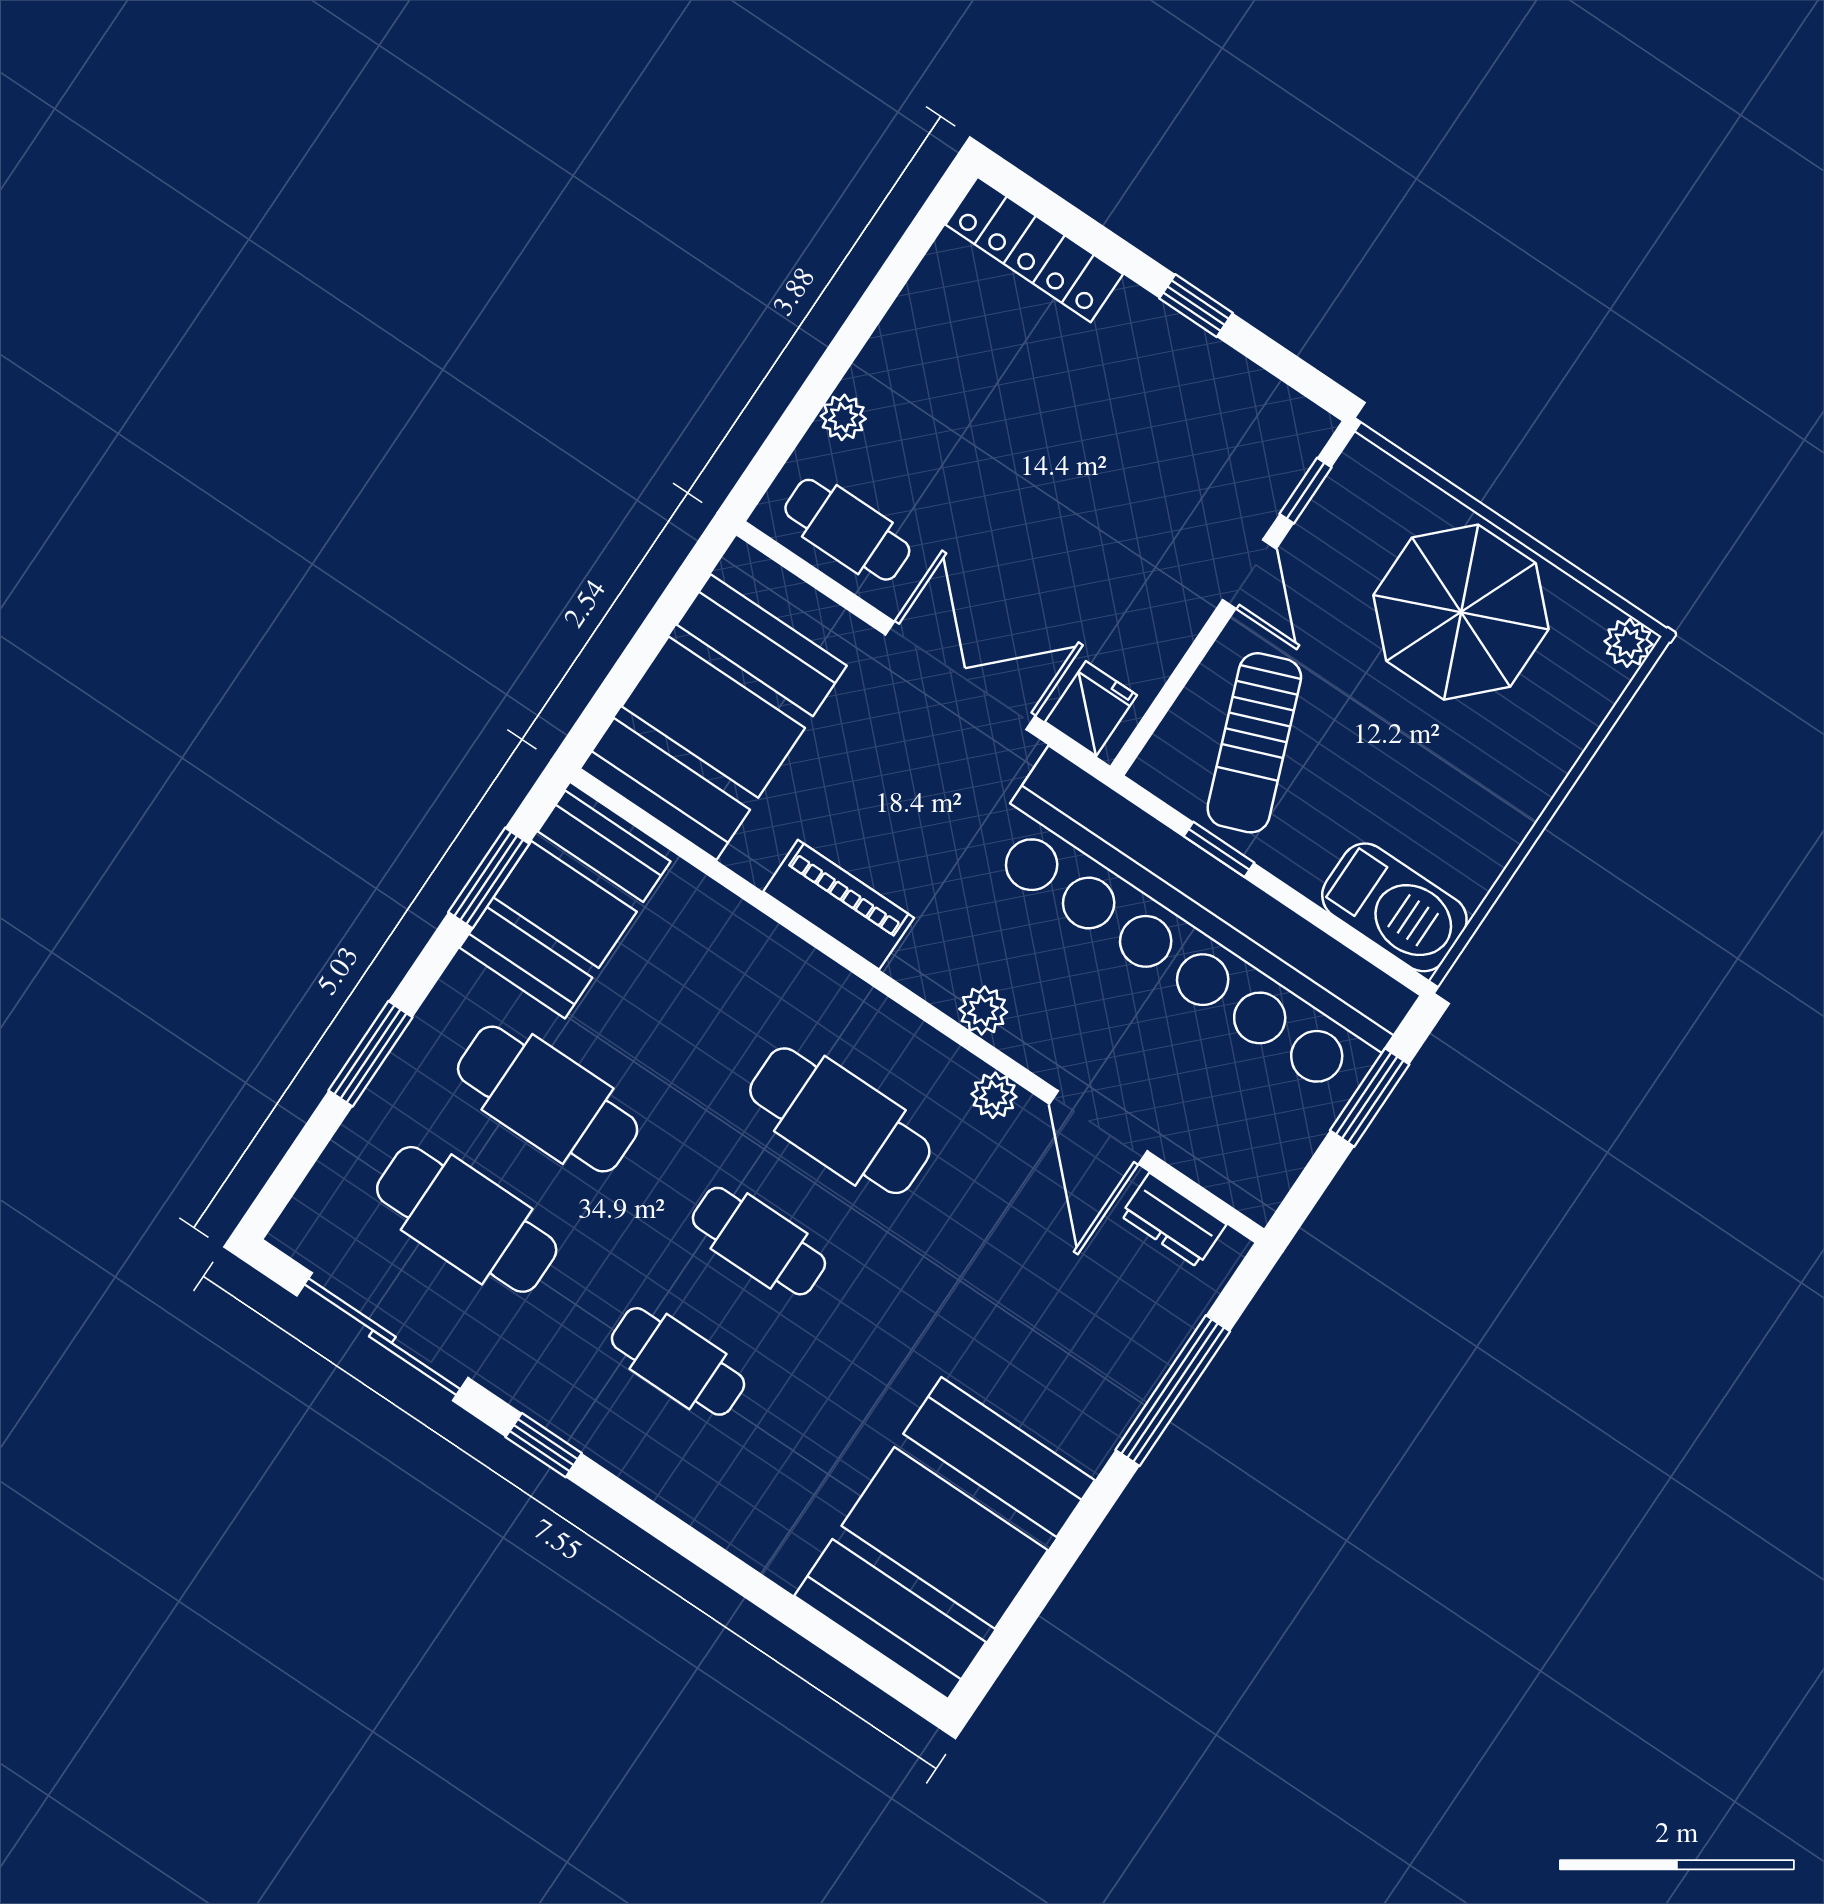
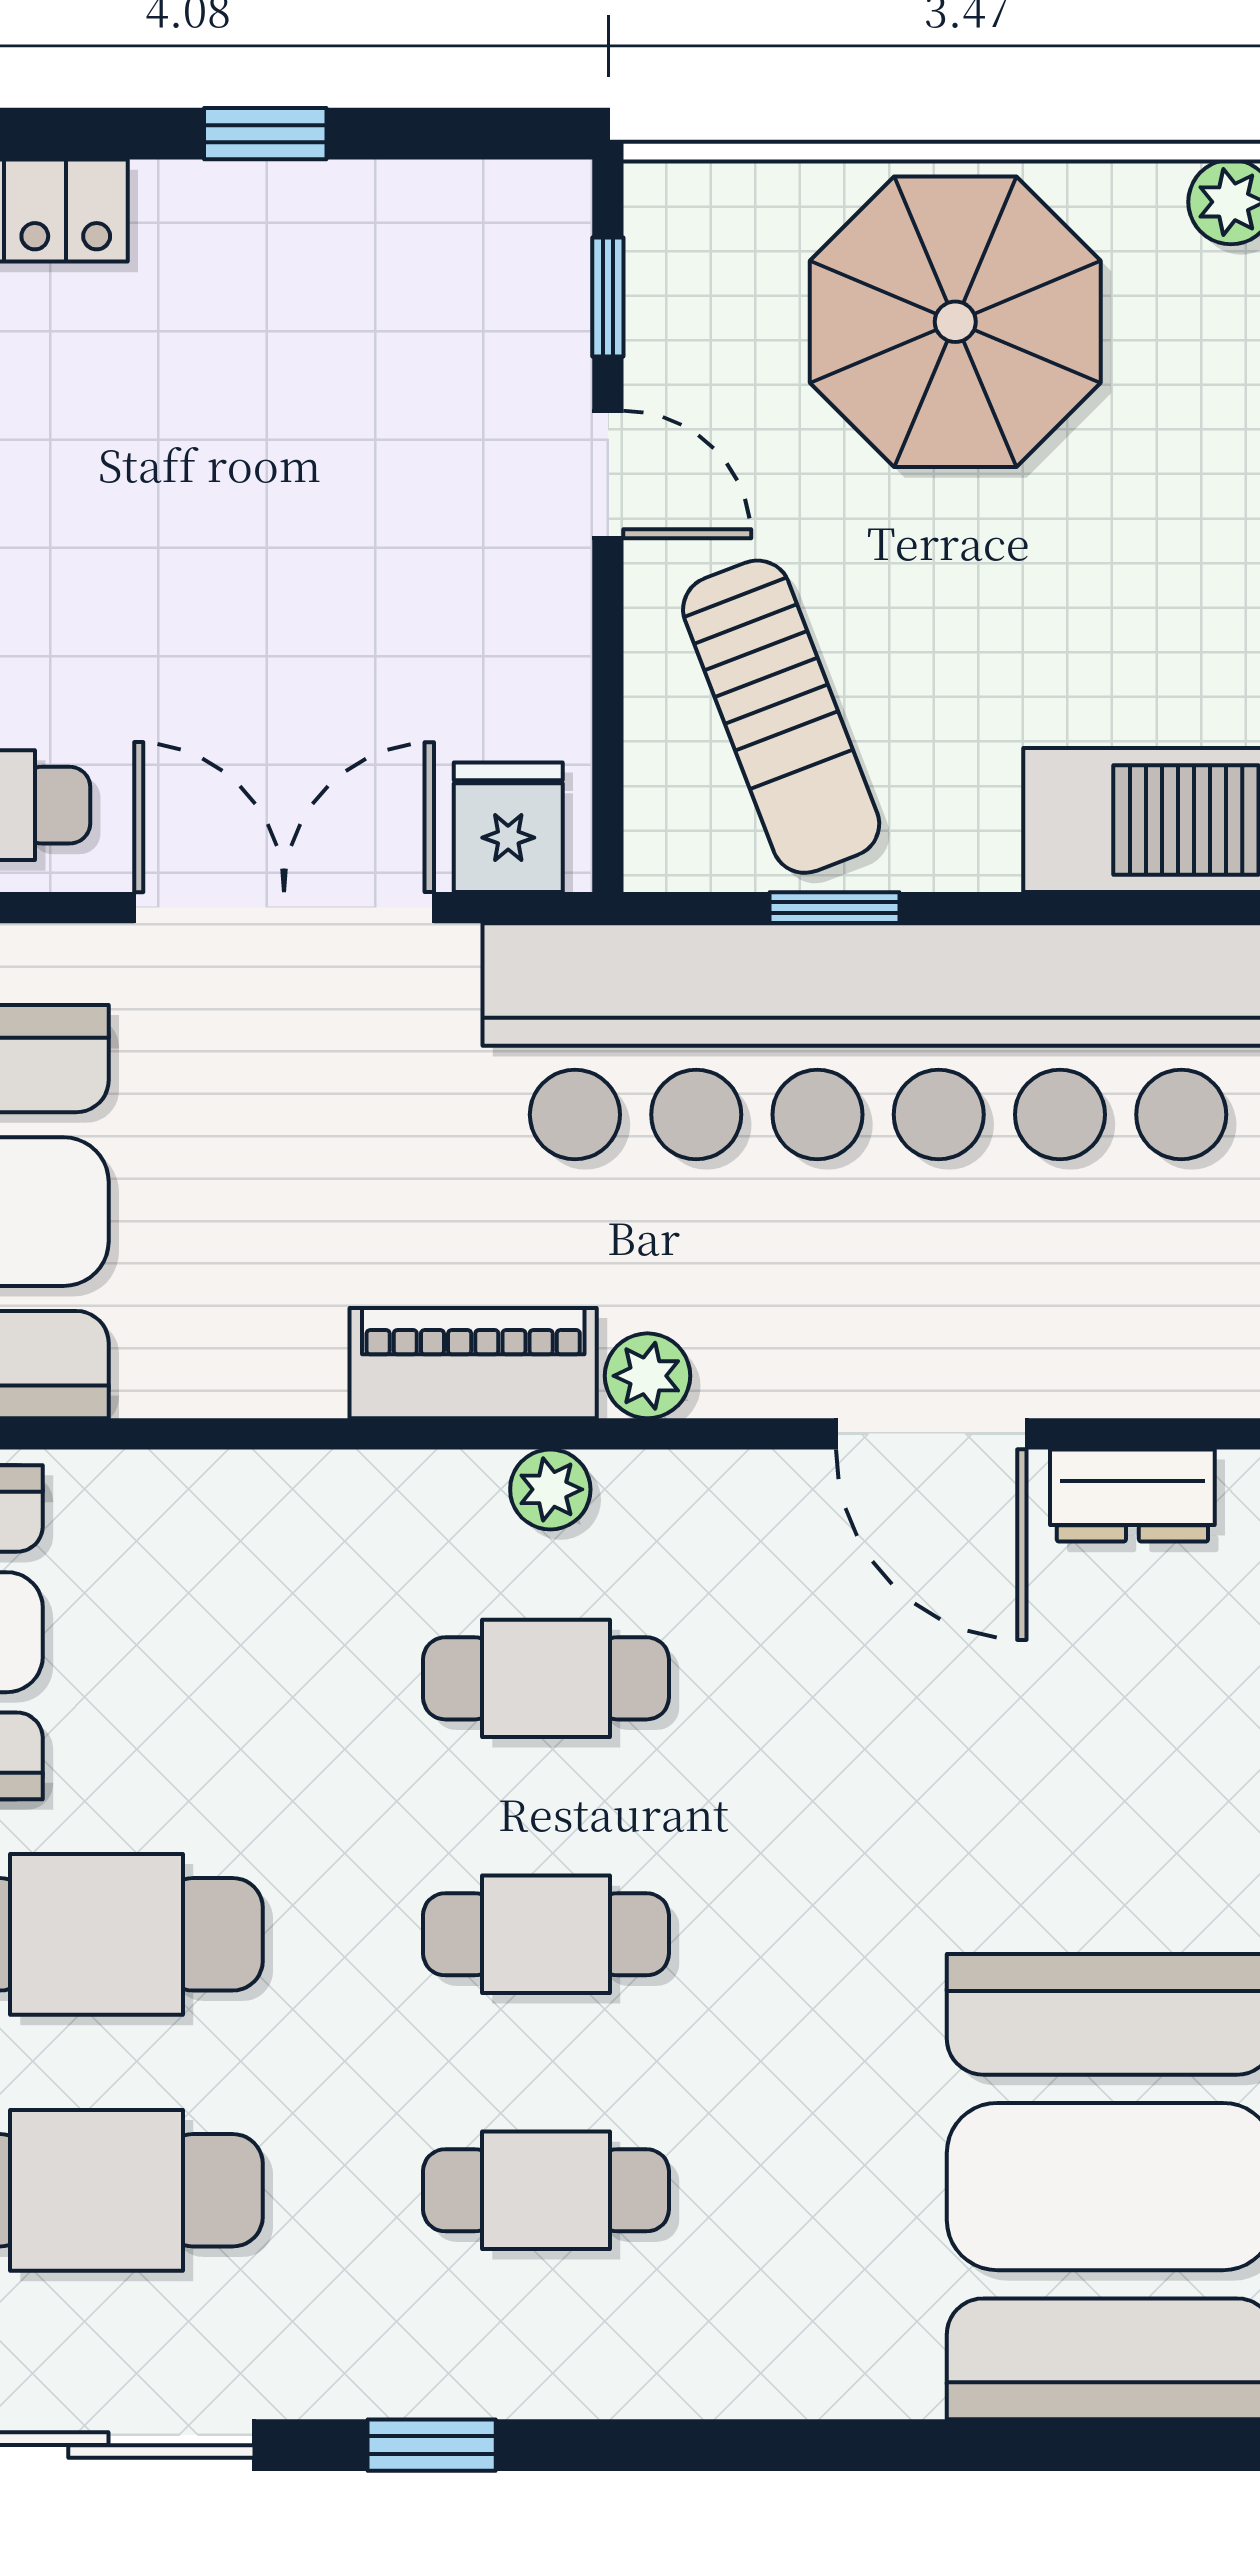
piano: (839, 905) -> (473, 1363), moved
plant: (994, 1095) -> (550, 1489), moved
cafe table: (840, 1121) -> (546, 1678), width x0.73, depth x0.74

